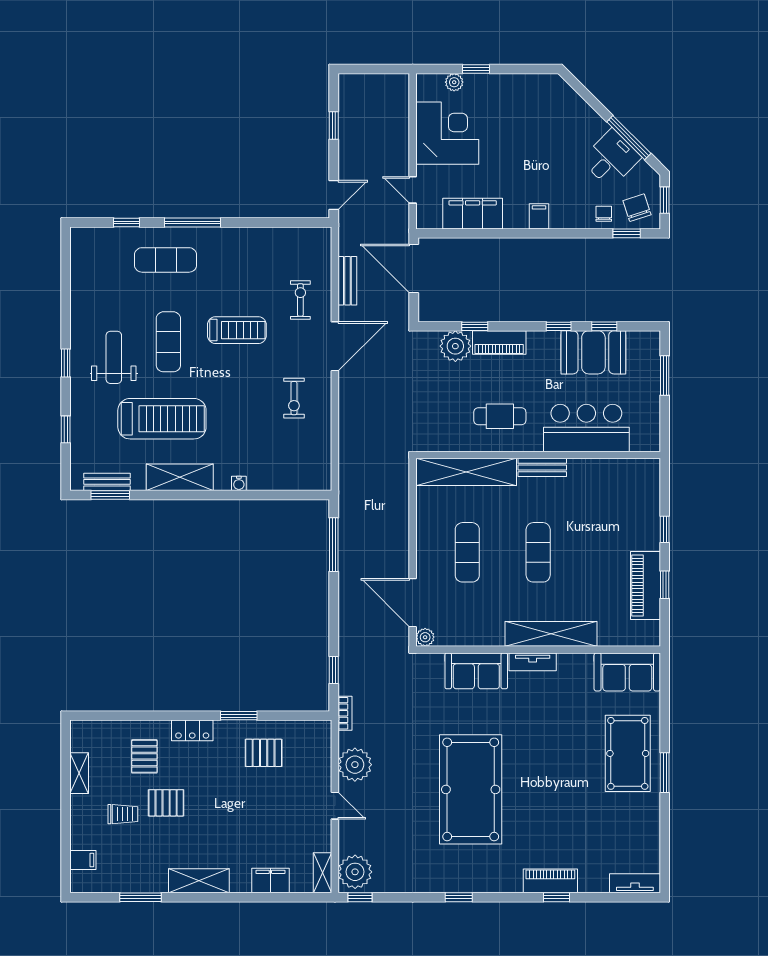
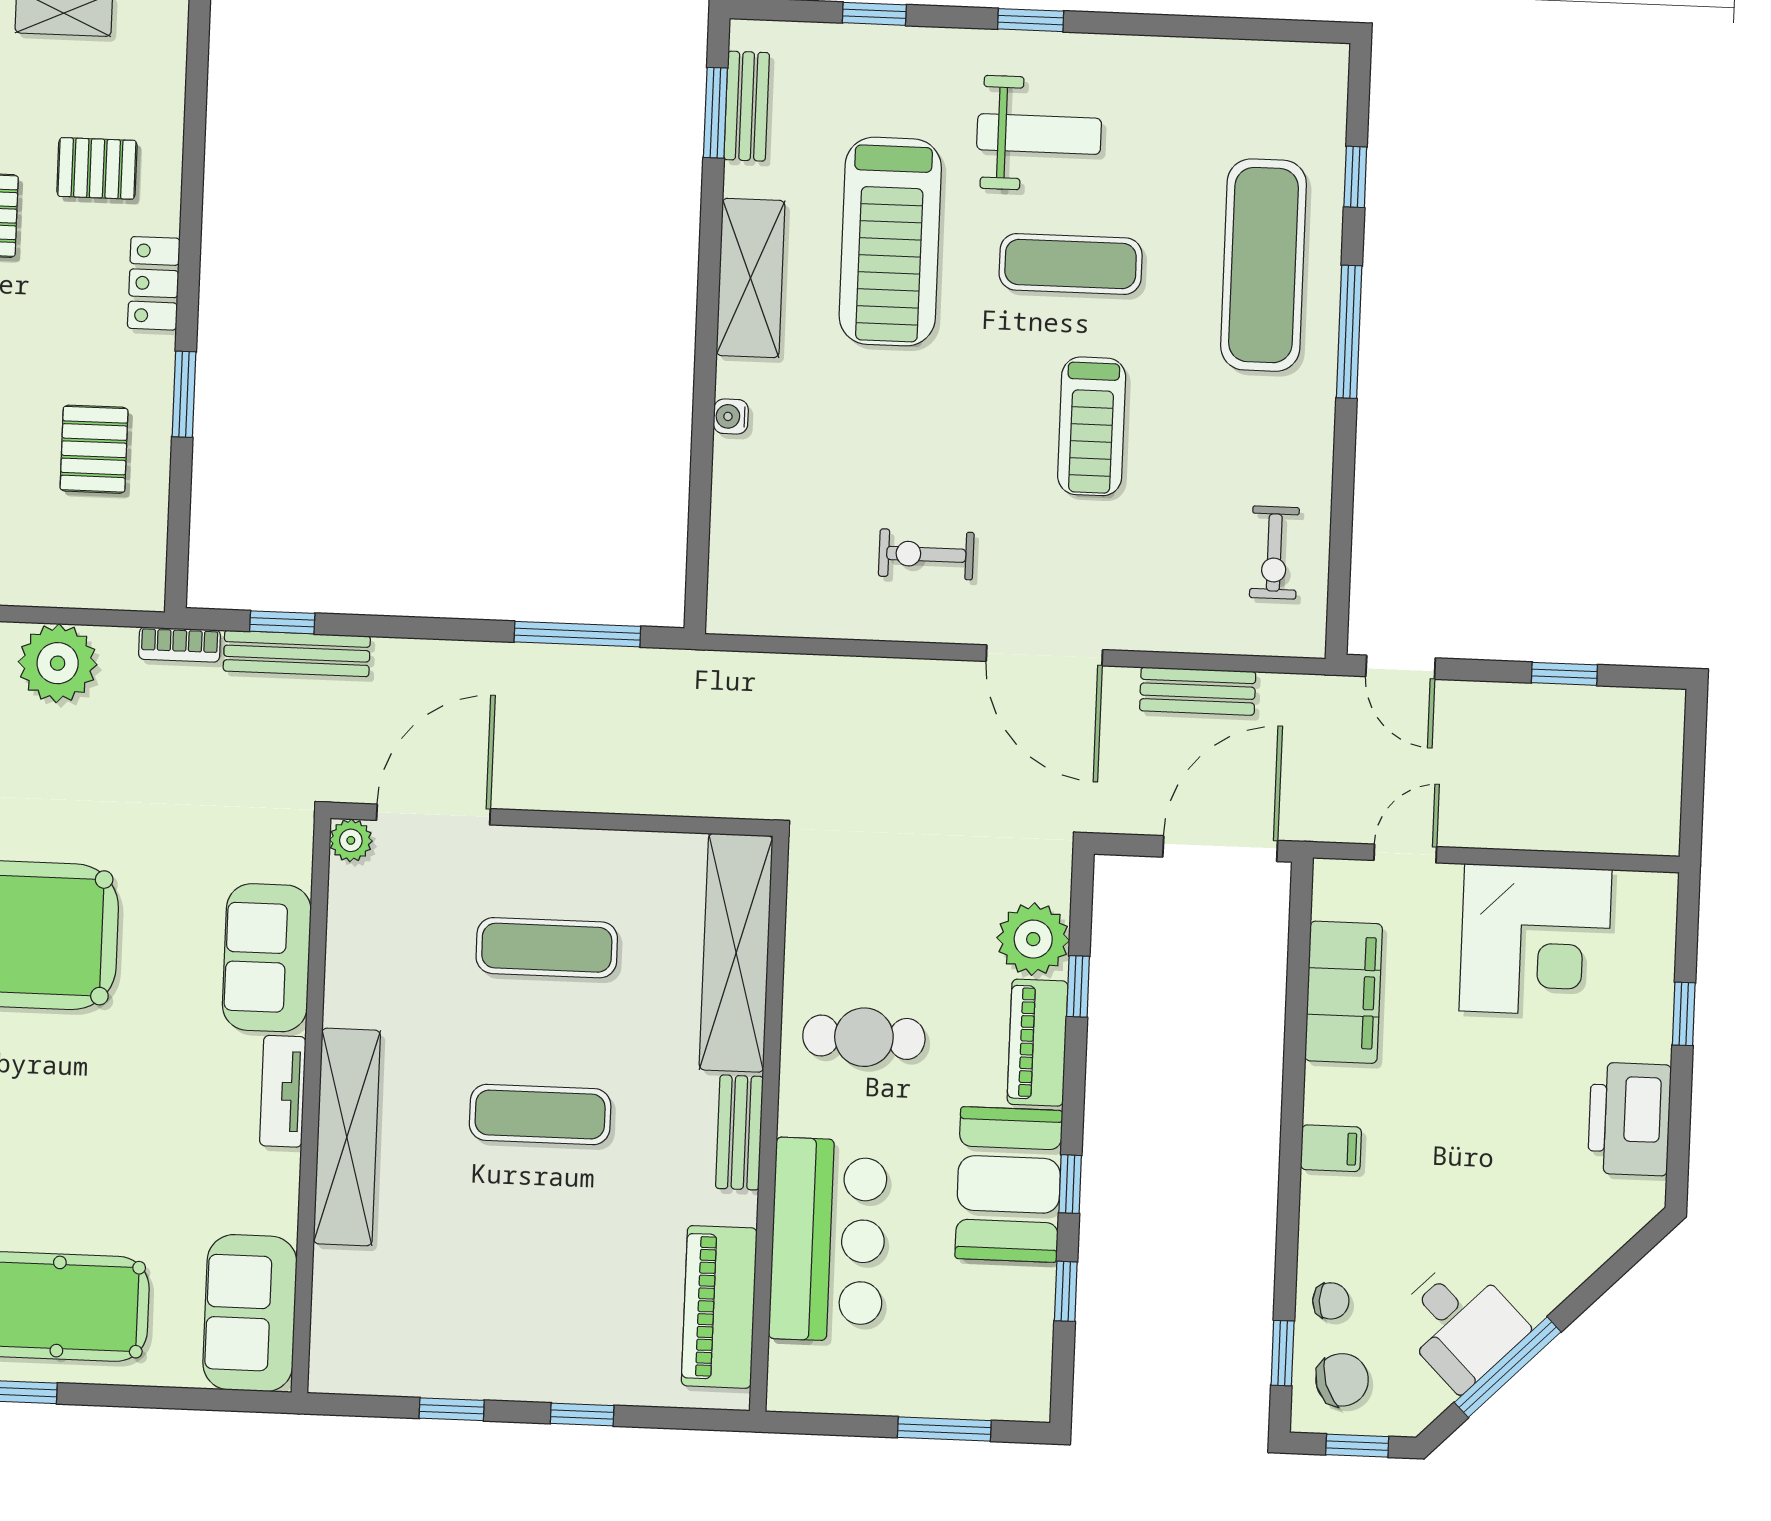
plant: (454, 82) -> (1655, 961), removed
printer: (521, 90) -> (1629, 1119), added
exercise mat: (166, 260) -> (1264, 265), width x1.36, depth x1.45
exercise bike: (300, 300) -> (1274, 553), moved, turned 90
booth: (593, 352) -> (1009, 1184), moved
cafe table: (500, 416) -> (864, 1037), turned 90
piano: (646, 585) -> (719, 1307), moved, turned -90
bench: (347, 663) -> (297, 654), added

